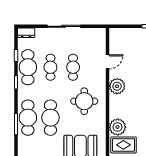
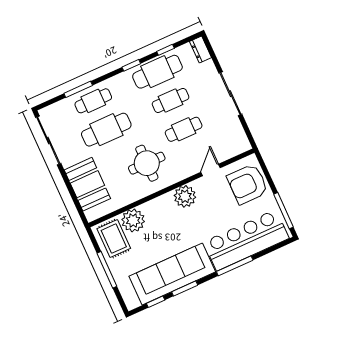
armchair: (128, 42) -> (248, 184), added
door: (108, 62) -> (210, 170), swing flipped
cafe table: (28, 118) -> (93, 101), width x0.73, depth x0.74

